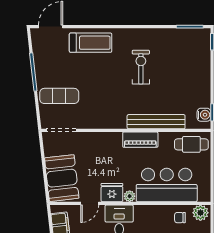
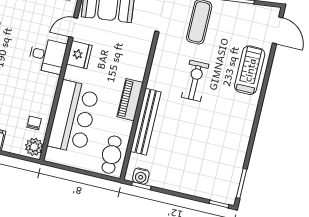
treadmill: (91, 43) -> (250, 70), turned 180
exercise bike: (141, 67) -> (195, 81), moved, turned -90
plant: (130, 196) -> (71, 73), removed
door: (90, 203) -> (73, 27), hinge flipped

